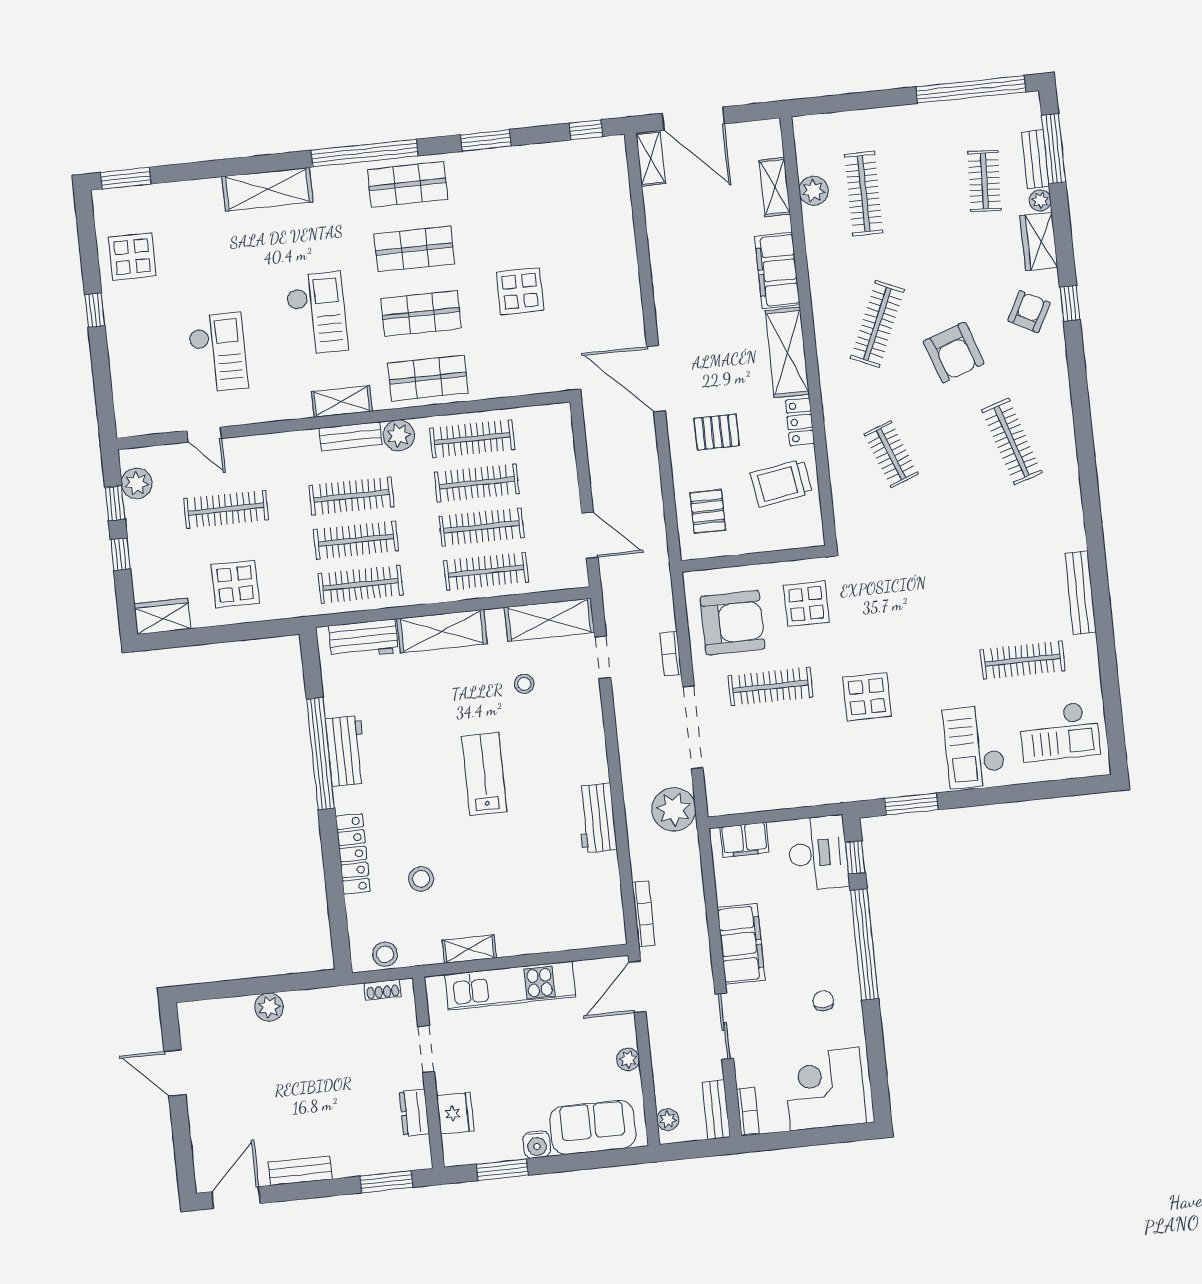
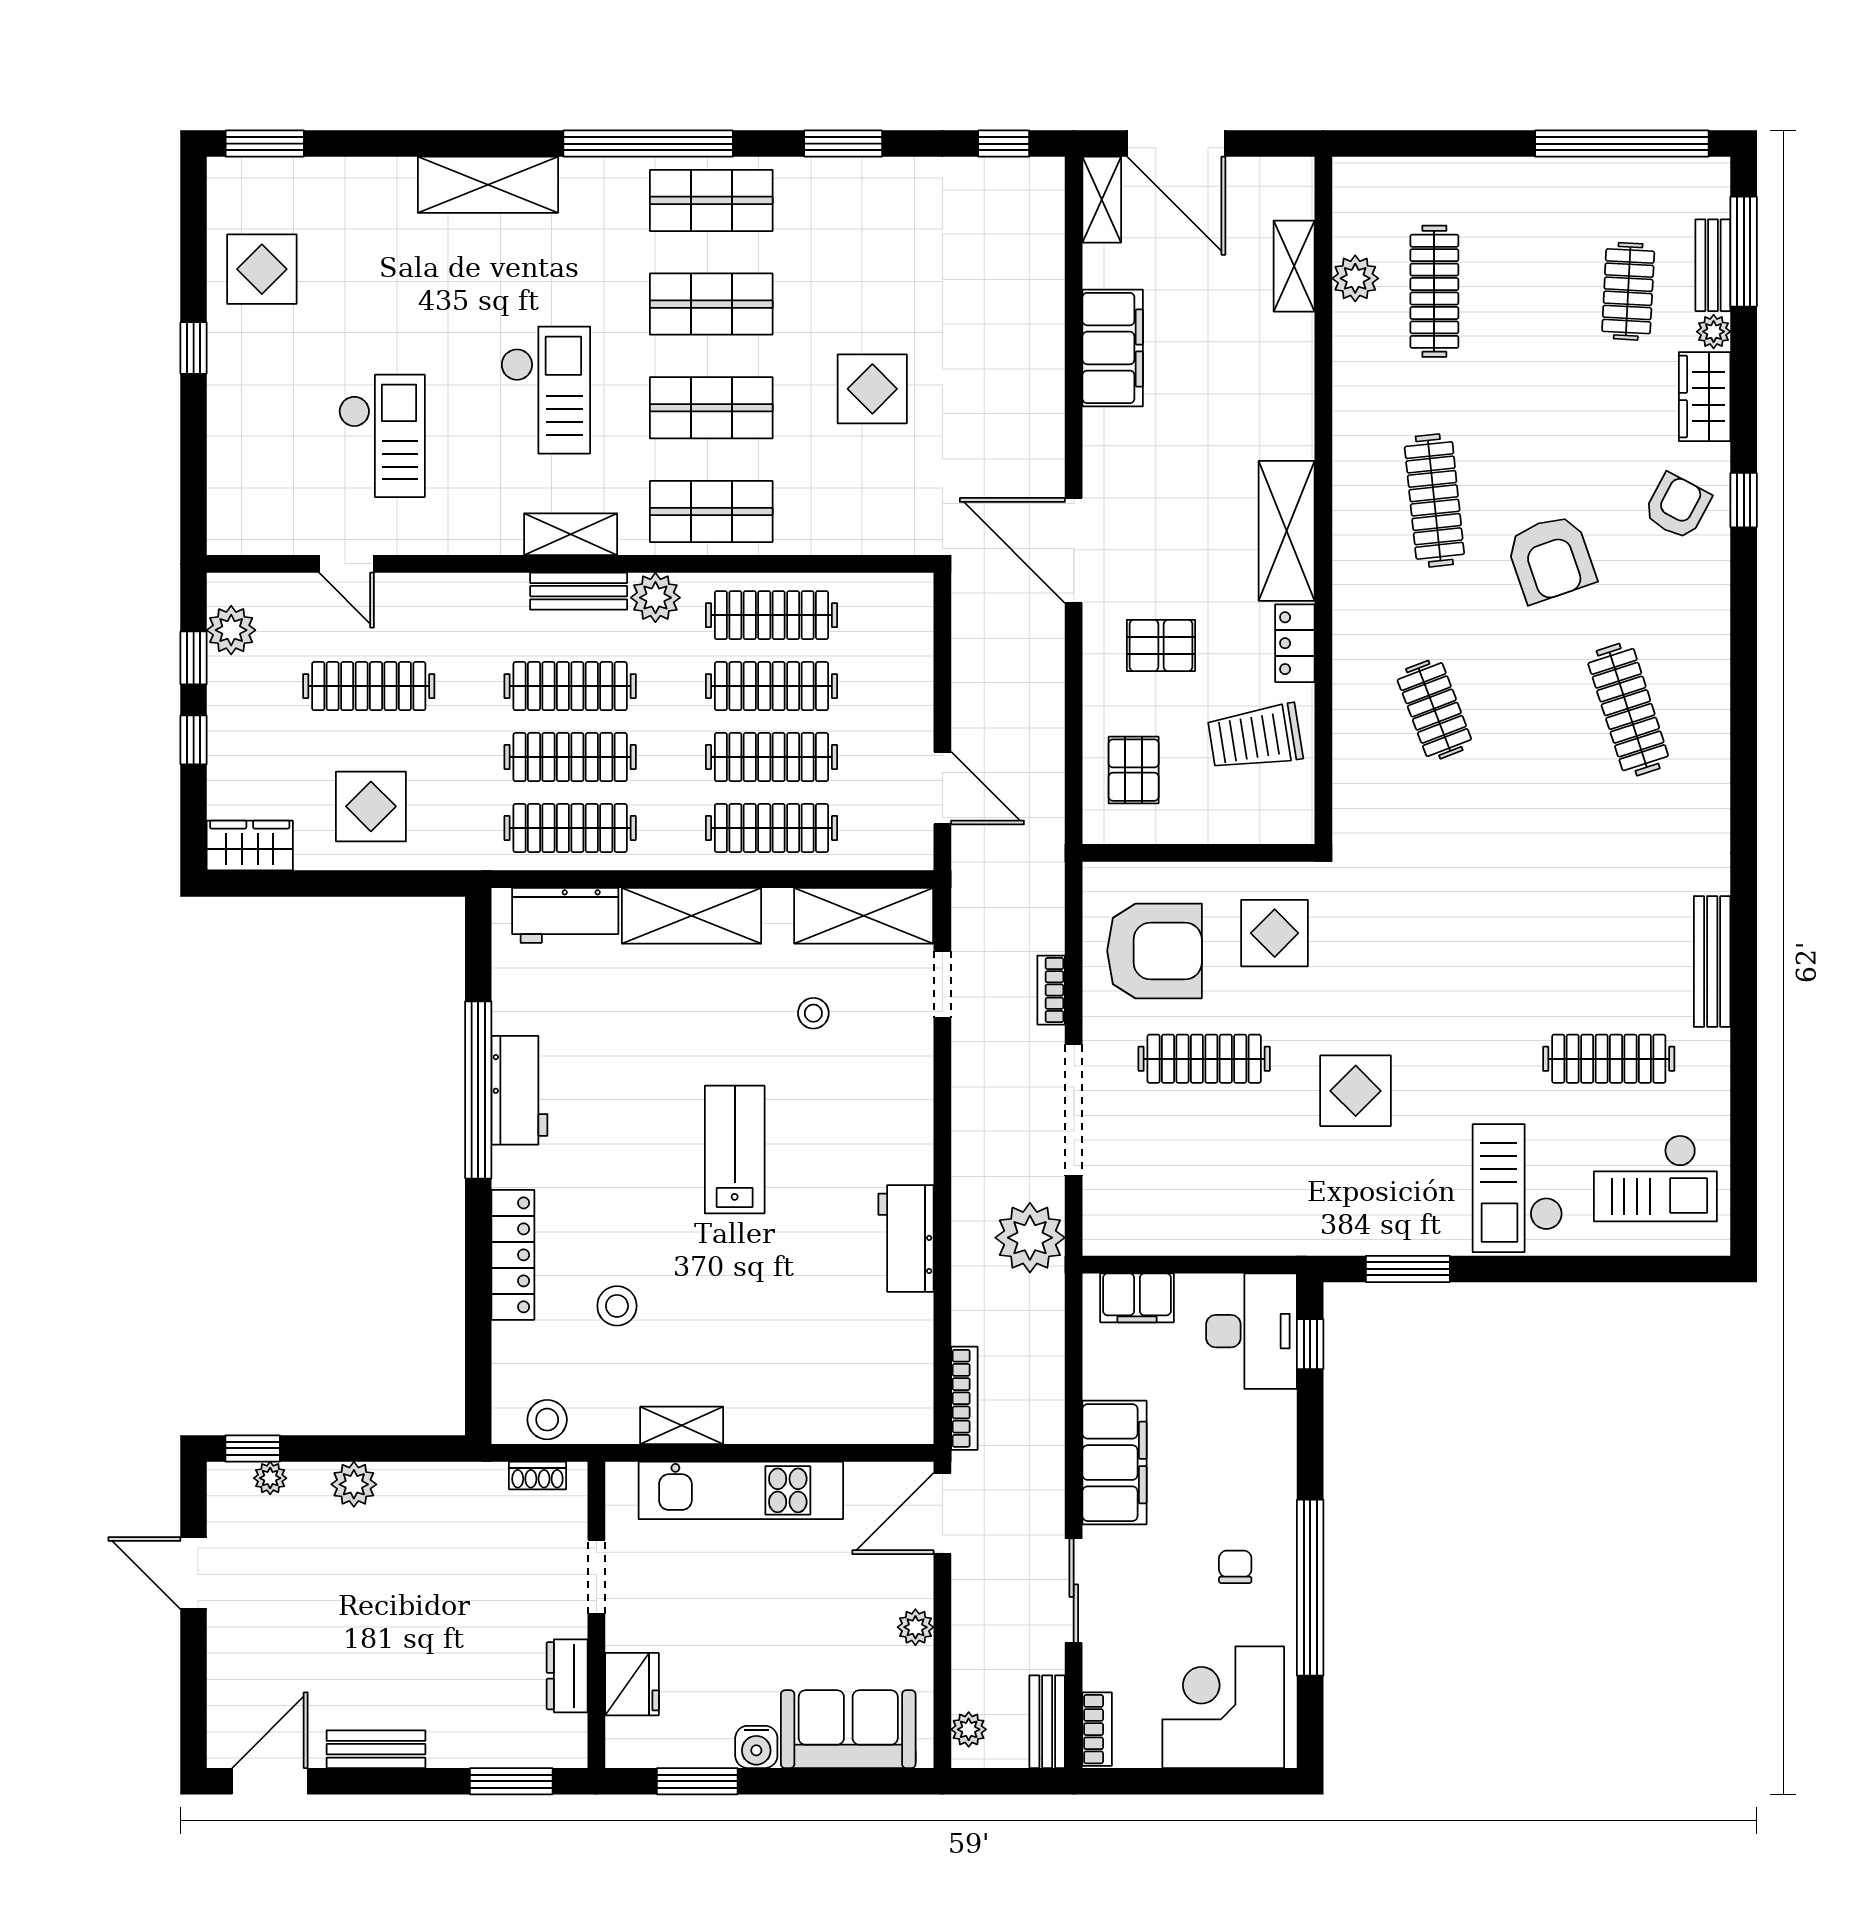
filing cabinet: (777, 271) -> (1113, 348), moved, turned 180
clothes rail: (877, 324) -> (1434, 500), turned -30
window: (864, 944) -> (1310, 1588), moved
window: (204, 991) -> (253, 1448), added
plant: (216, 1009) -> (270, 1478), added

